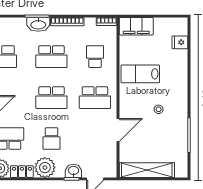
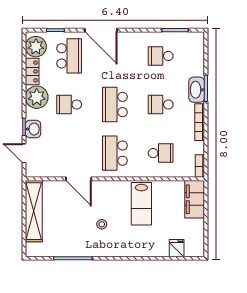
school desk: (51, 57) -> (161, 105), width x0.54
lab bench: (140, 74) -> (141, 204), turned 180

